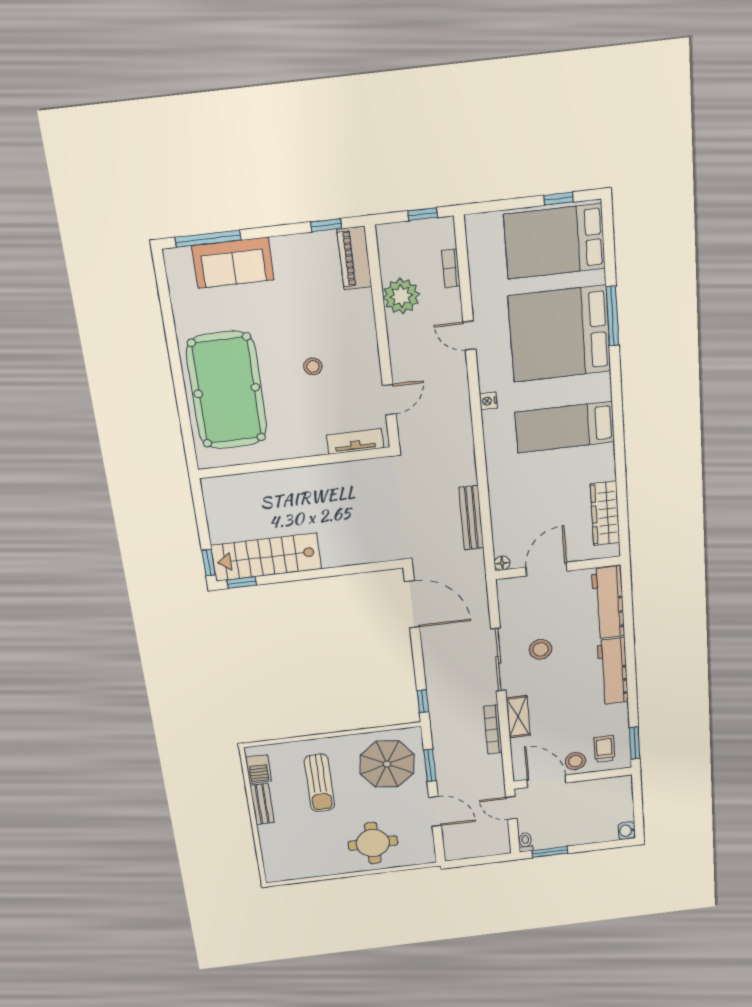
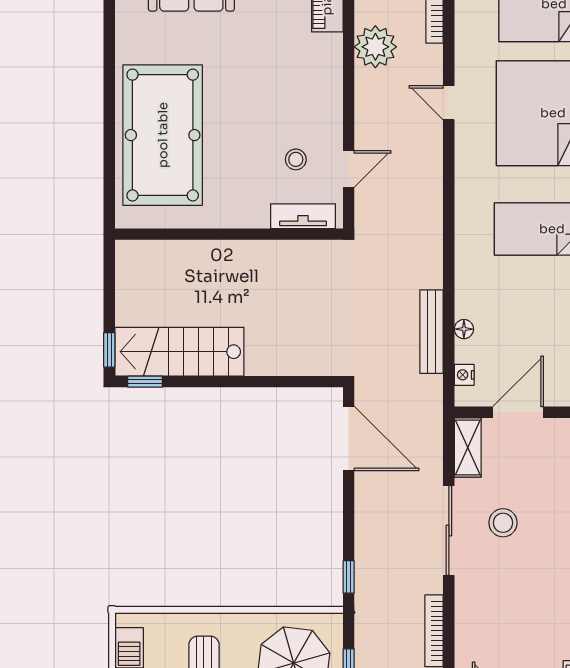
stool: (313, 366) -> (296, 159), moved
nightstand: (488, 401) -> (464, 375), moved
floor lamp: (502, 563) -> (464, 329), moved
shelving: (518, 717) -> (468, 448), moved

